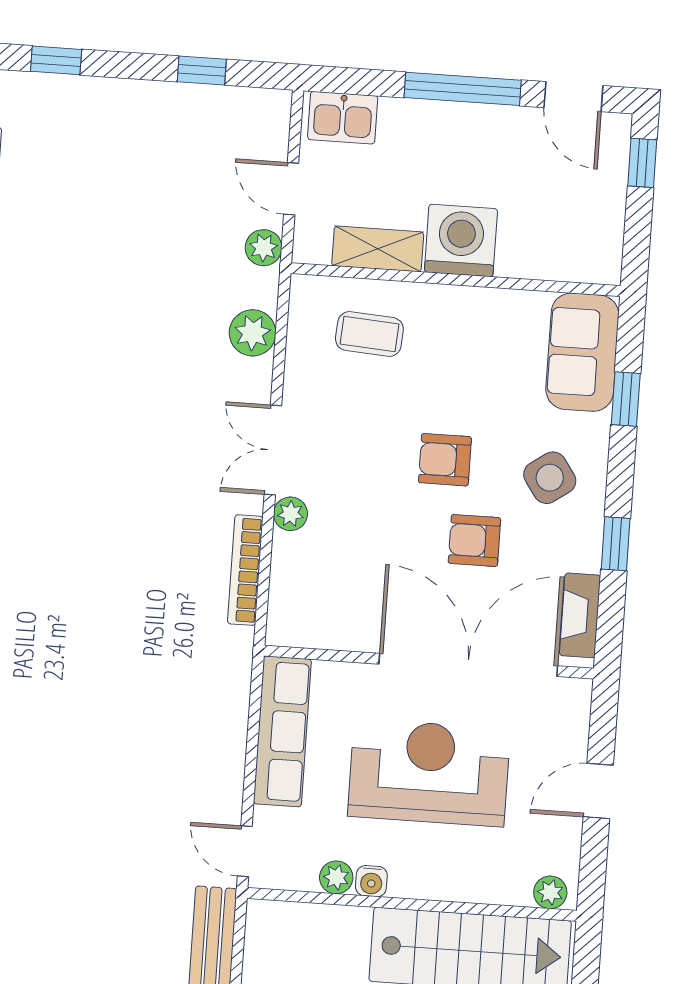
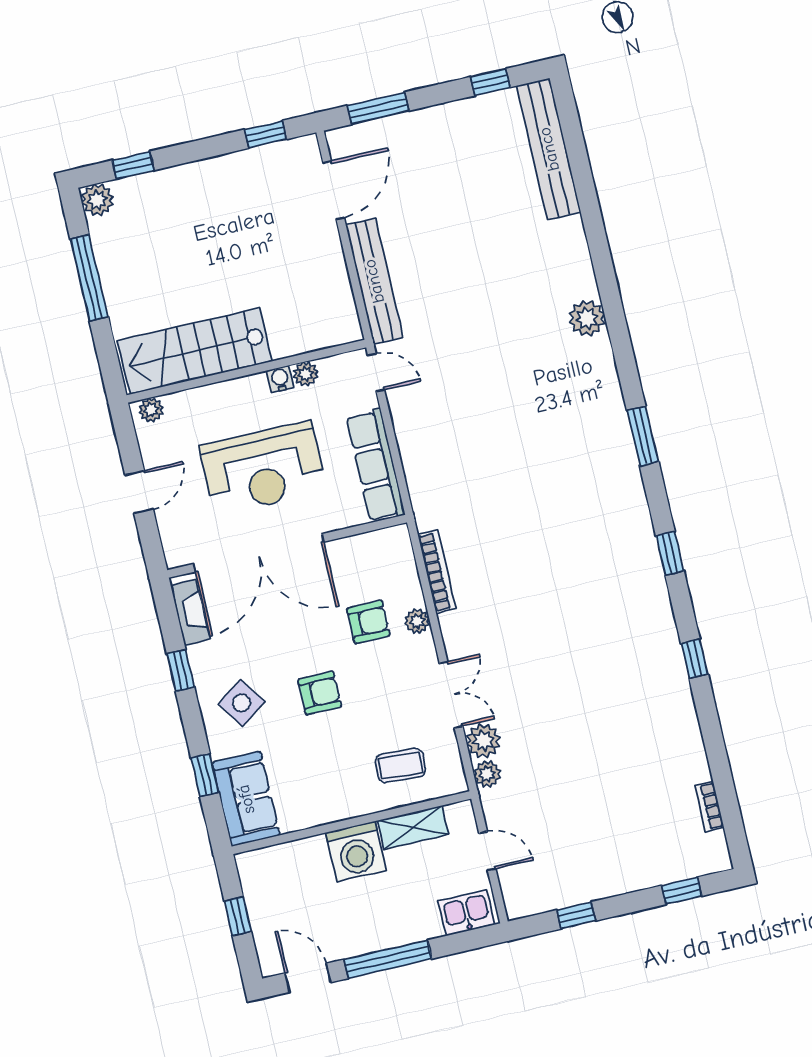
window: (642, 163) -> (238, 916), moved
plant: (264, 248) -> (487, 774), moved
double door: (273, 450) -> (451, 695), moved
armchair: (474, 540) -> (368, 622), moved

